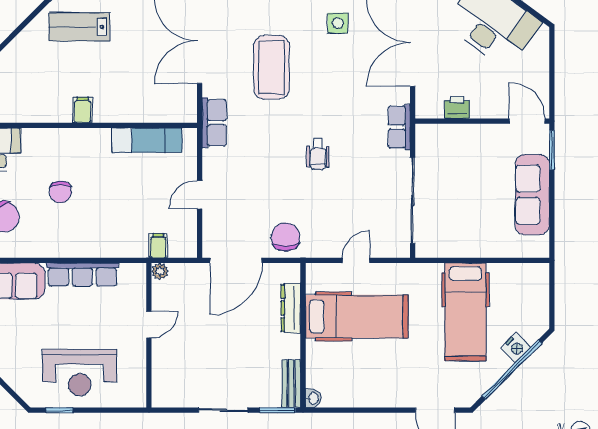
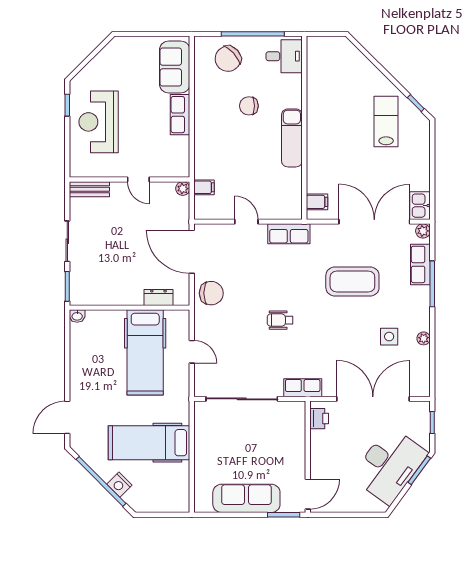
printer: (457, 107) -> (319, 419), moved
filing cabinet: (83, 110) -> (317, 202), moved
row of seats: (214, 123) -> (289, 234), moved
exam couch: (147, 140) -> (292, 138), moved
row of seats: (83, 274) -> (180, 115), width x0.68
dresser: (291, 308) -> (158, 297), width x0.70
bench: (291, 384) -> (89, 189), moved

